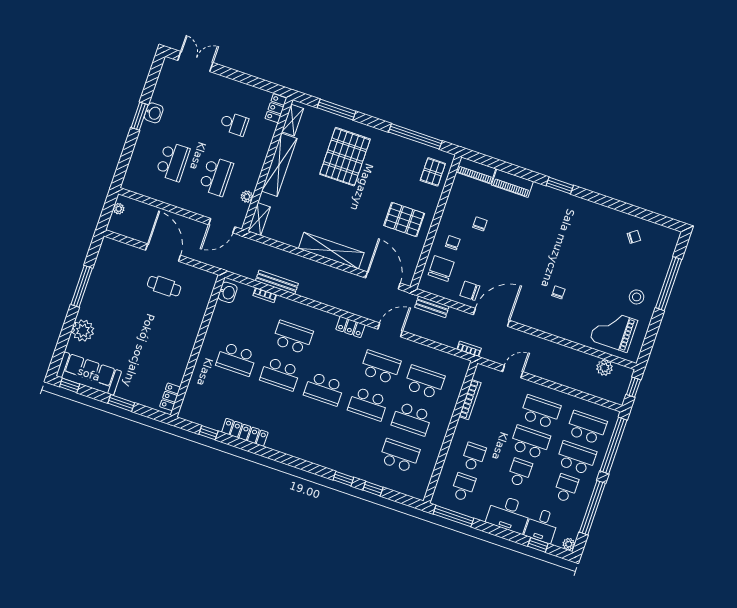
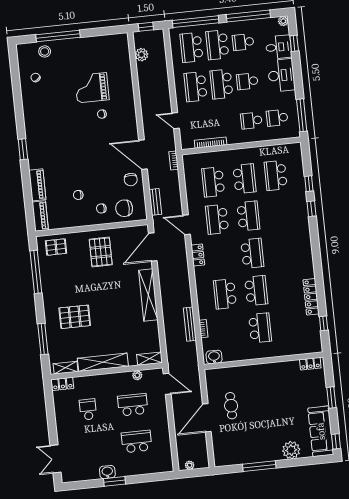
pallet: (345, 157) -> (75, 317), width x0.73, depth x0.71
stool: (637, 297) -> (45, 51), moved
grand piano: (614, 330) -> (92, 88), moved, turned 90

